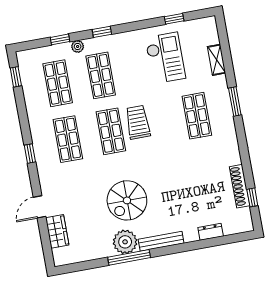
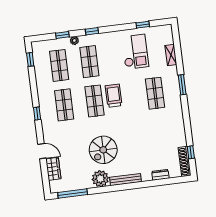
shoe rack: (240, 186) -> (185, 161), moved
door: (39, 207) -> (42, 151), swing flipped
window: (129, 257) -> (73, 193), moved

